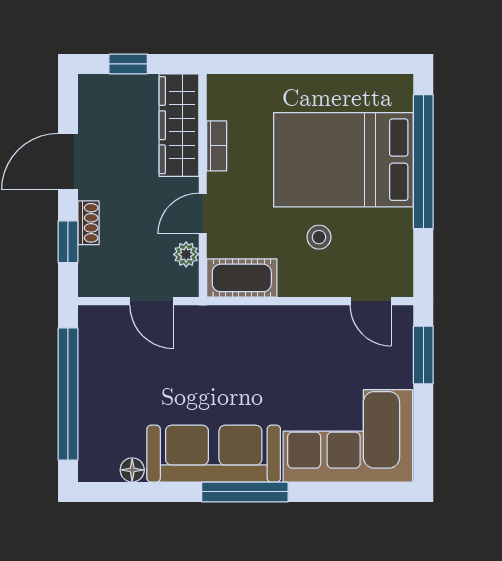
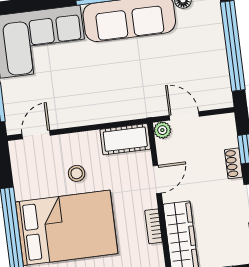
plant: (186, 254) -> (162, 130), moved
door: (371, 301) -> (36, 135), hinge flipped

